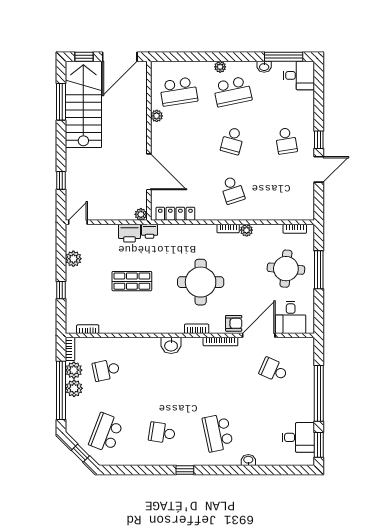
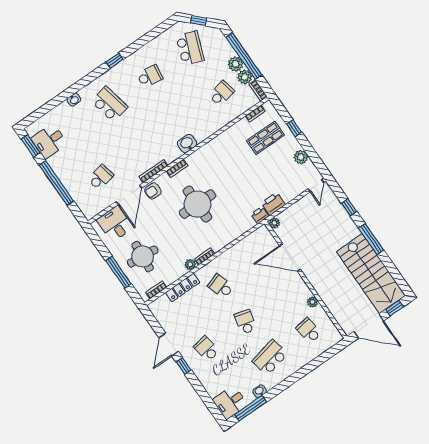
door: (120, 57) -> (369, 326), swing flipped
plant: (220, 67) -> (291, 369), removed
school desk: (179, 92) -> (309, 330), width x0.54
window: (61, 102) -> (371, 239), moved
locker: (175, 214) -> (183, 287), moved
shop shelf: (132, 281) -> (265, 138), moved
school desk: (274, 370) -> (101, 177), turned -36

